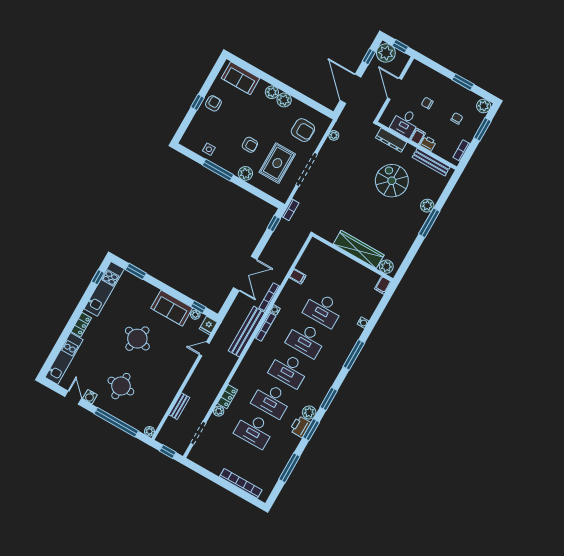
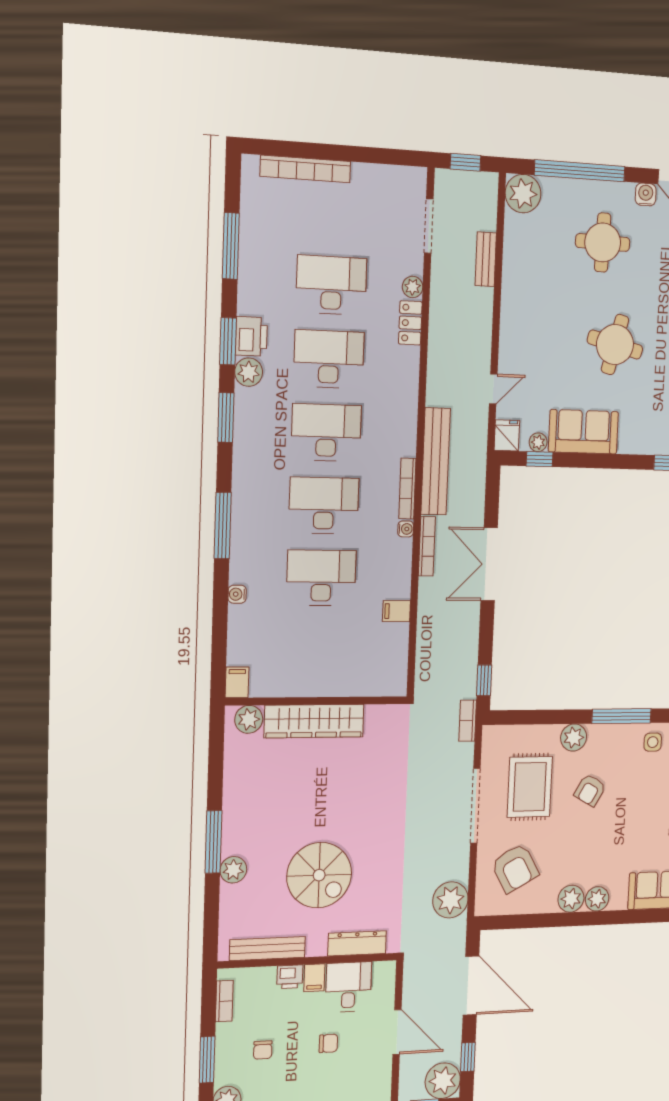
armchair: (303, 130) -> (515, 868), turned -121
plant: (334, 135) -> (450, 900), width x1.88, depth x1.88
armchair: (250, 145) -> (590, 790), turned -60
plant: (149, 431) -> (523, 194), width x1.88, depth x1.88

